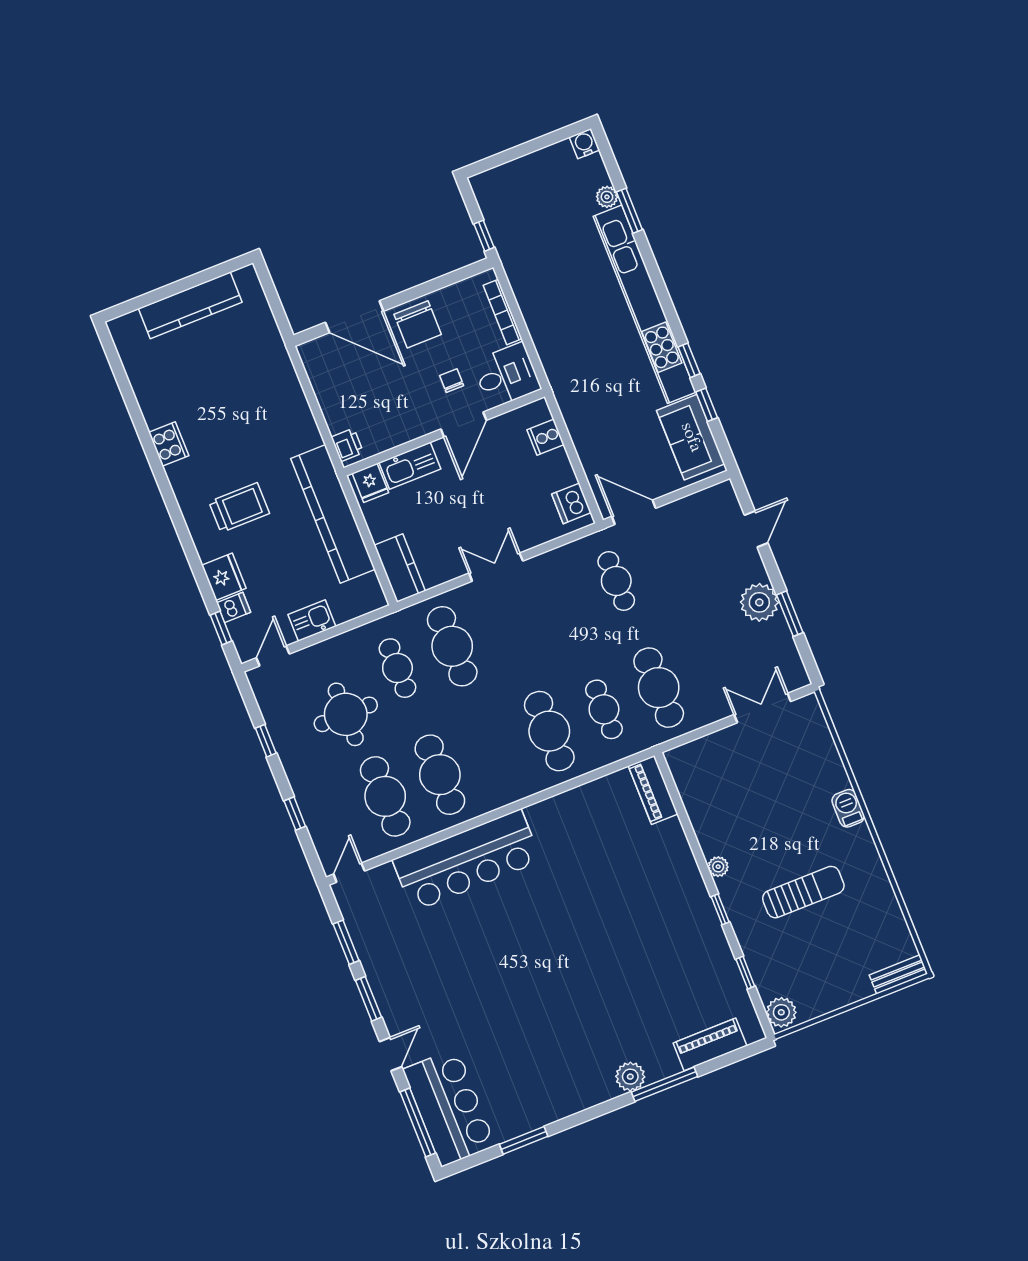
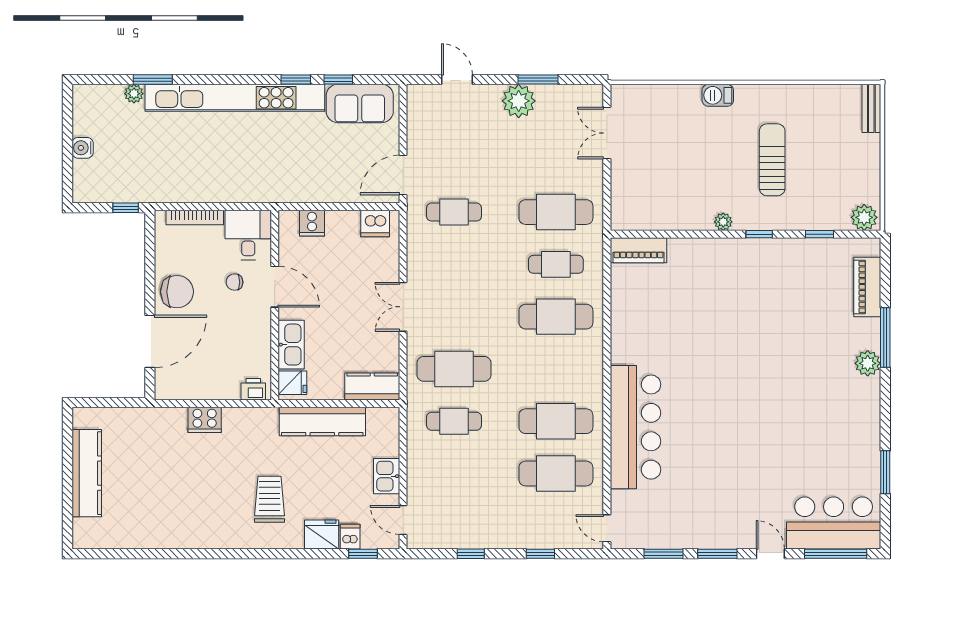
water cooler: (584, 144) -> (83, 148), moved
cooker: (169, 444) -> (205, 420), moved, turned 180
kitchen counter: (333, 514) -> (322, 421), width x0.72, depth x0.86
round table: (346, 714) -> (475, 479), removed

